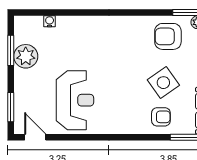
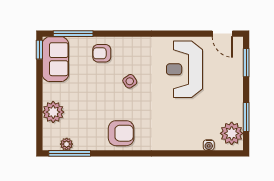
armchair: (168, 36) -> (121, 133), moved
plant: (26, 56) -> (232, 133), moved
side table: (163, 83) -> (130, 81), moved, width x0.54, depth x0.54

